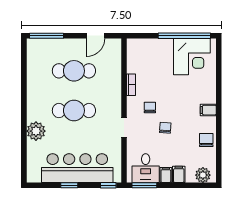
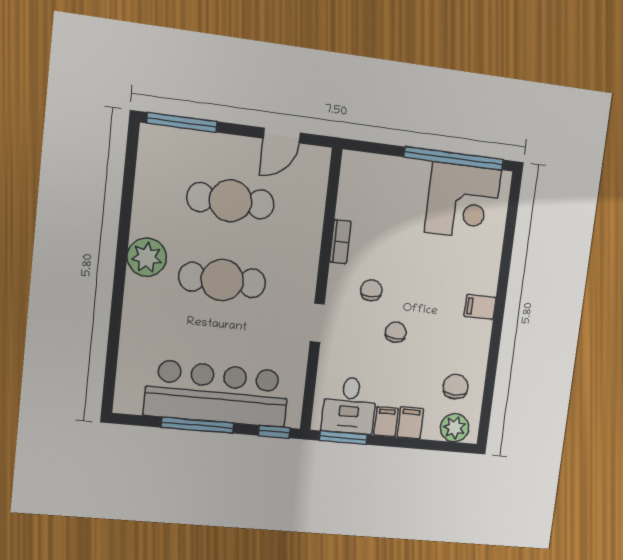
plant: (36, 131) -> (147, 257), moved
chair: (206, 140) -> (456, 387), moved
window: (69, 185) -> (198, 425), width x2.17

